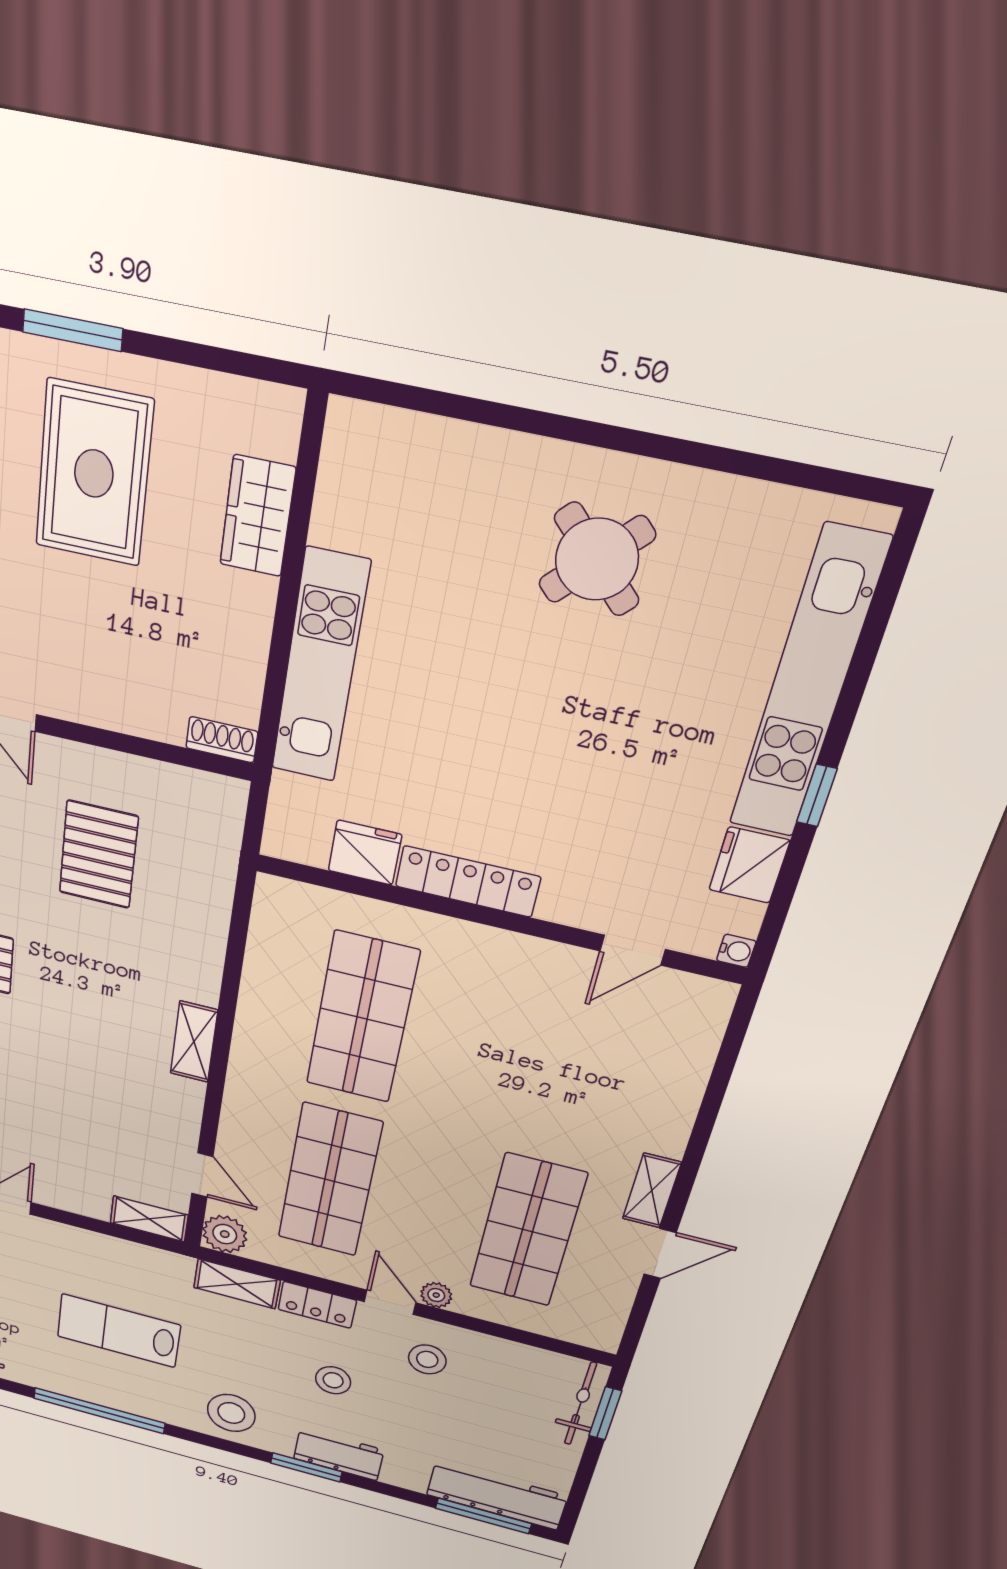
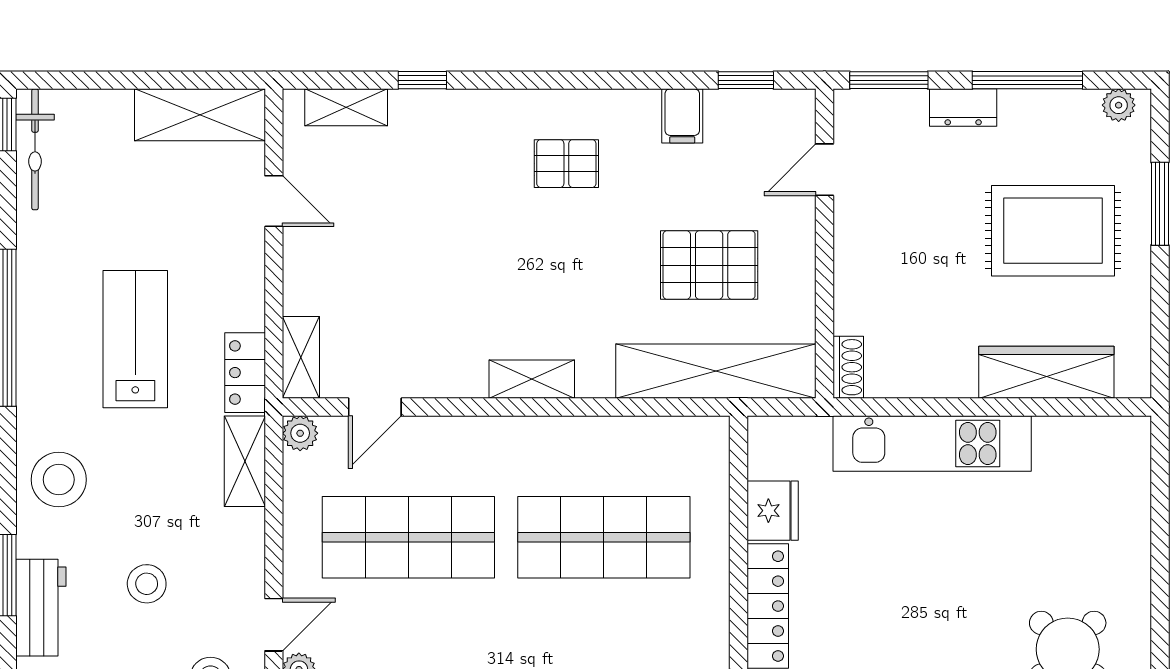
wardrobe: (258, 516) -> (1046, 372), width x1.50
shelving: (208, 874) -> (716, 371), added
plant: (225, 1234) -> (300, 433), width x0.73, depth x0.73
locker: (317, 1305) -> (245, 373), moved

